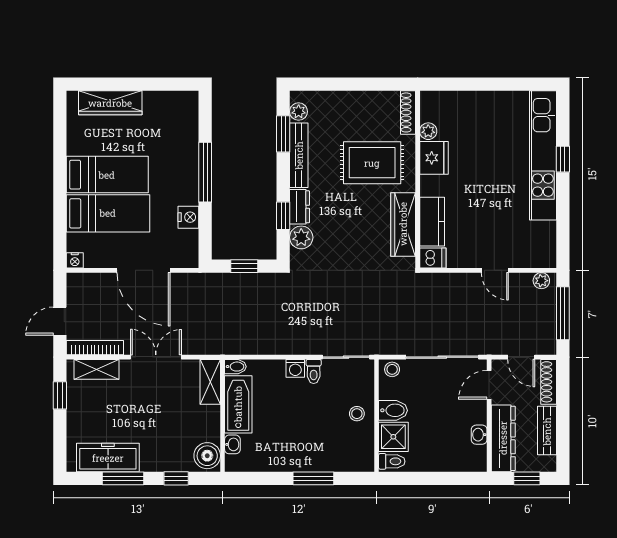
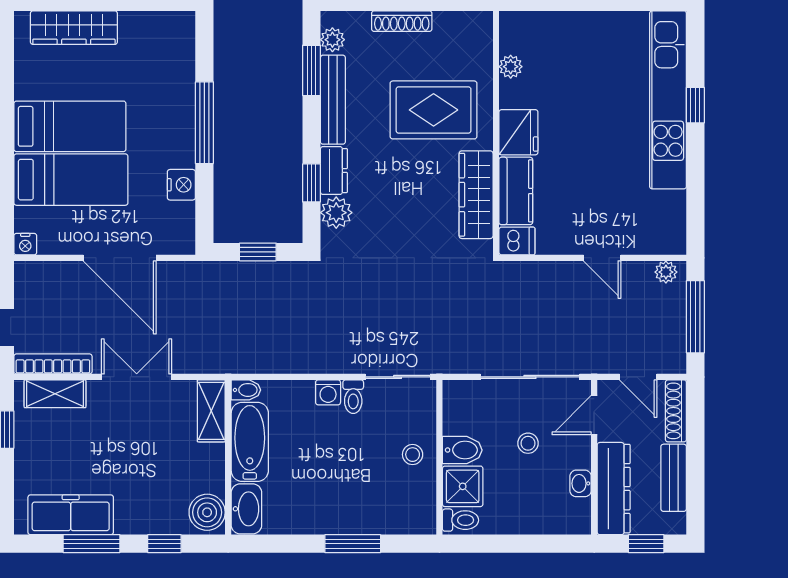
shoe rack: (408, 112) -> (402, 21), moved, turned -90
fridge: (434, 158) -> (518, 132), moved
stool: (392, 369) -> (528, 443), moved
washbasin: (232, 444) -> (246, 509), width x1.91, depth x1.45

